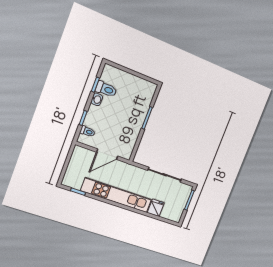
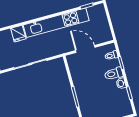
toilet: (106, 89) -> (114, 74), moved
door: (107, 154) -> (85, 49), hinge flipped

